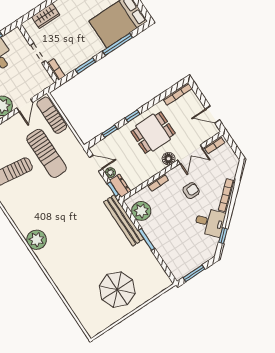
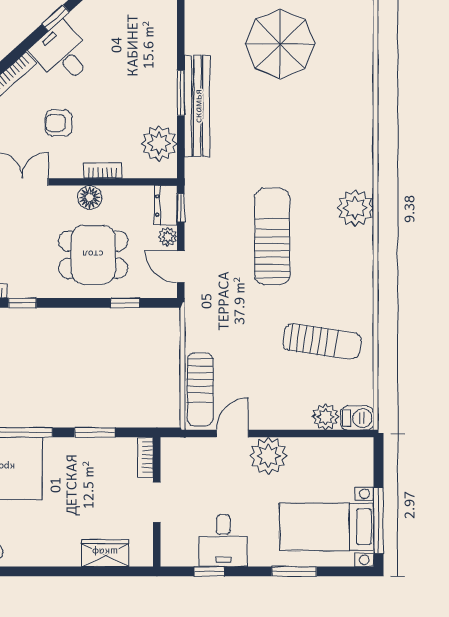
window: (133, 116) -> (22, 303), moved
dining table: (153, 133) -> (93, 255), moved
sun lounger: (47, 153) -> (272, 236), moved
floor lamp: (169, 159) -> (90, 197), moved
bench: (124, 220) -> (197, 106), moved

